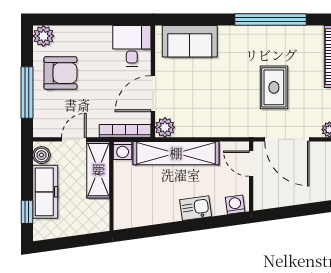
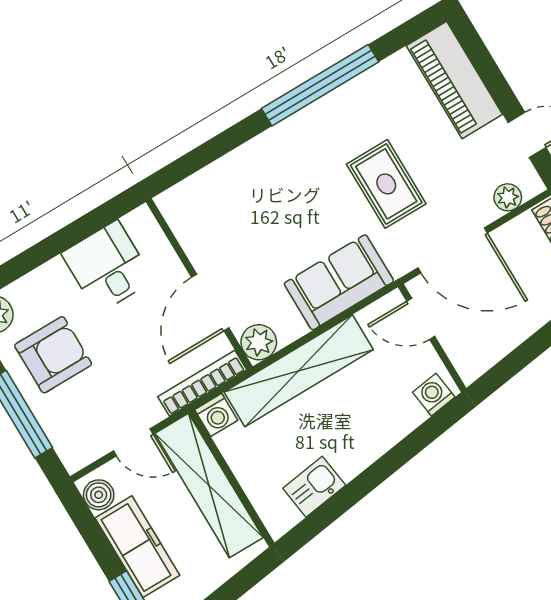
sofa: (190, 41) -> (339, 282), moved, turned 180
desk: (132, 46) -> (108, 267), moved
door: (74, 139) -> (133, 442), swing flipped
shelving: (98, 170) -> (209, 486), width x1.47
kitchen sink: (196, 208) -> (314, 487), moved

